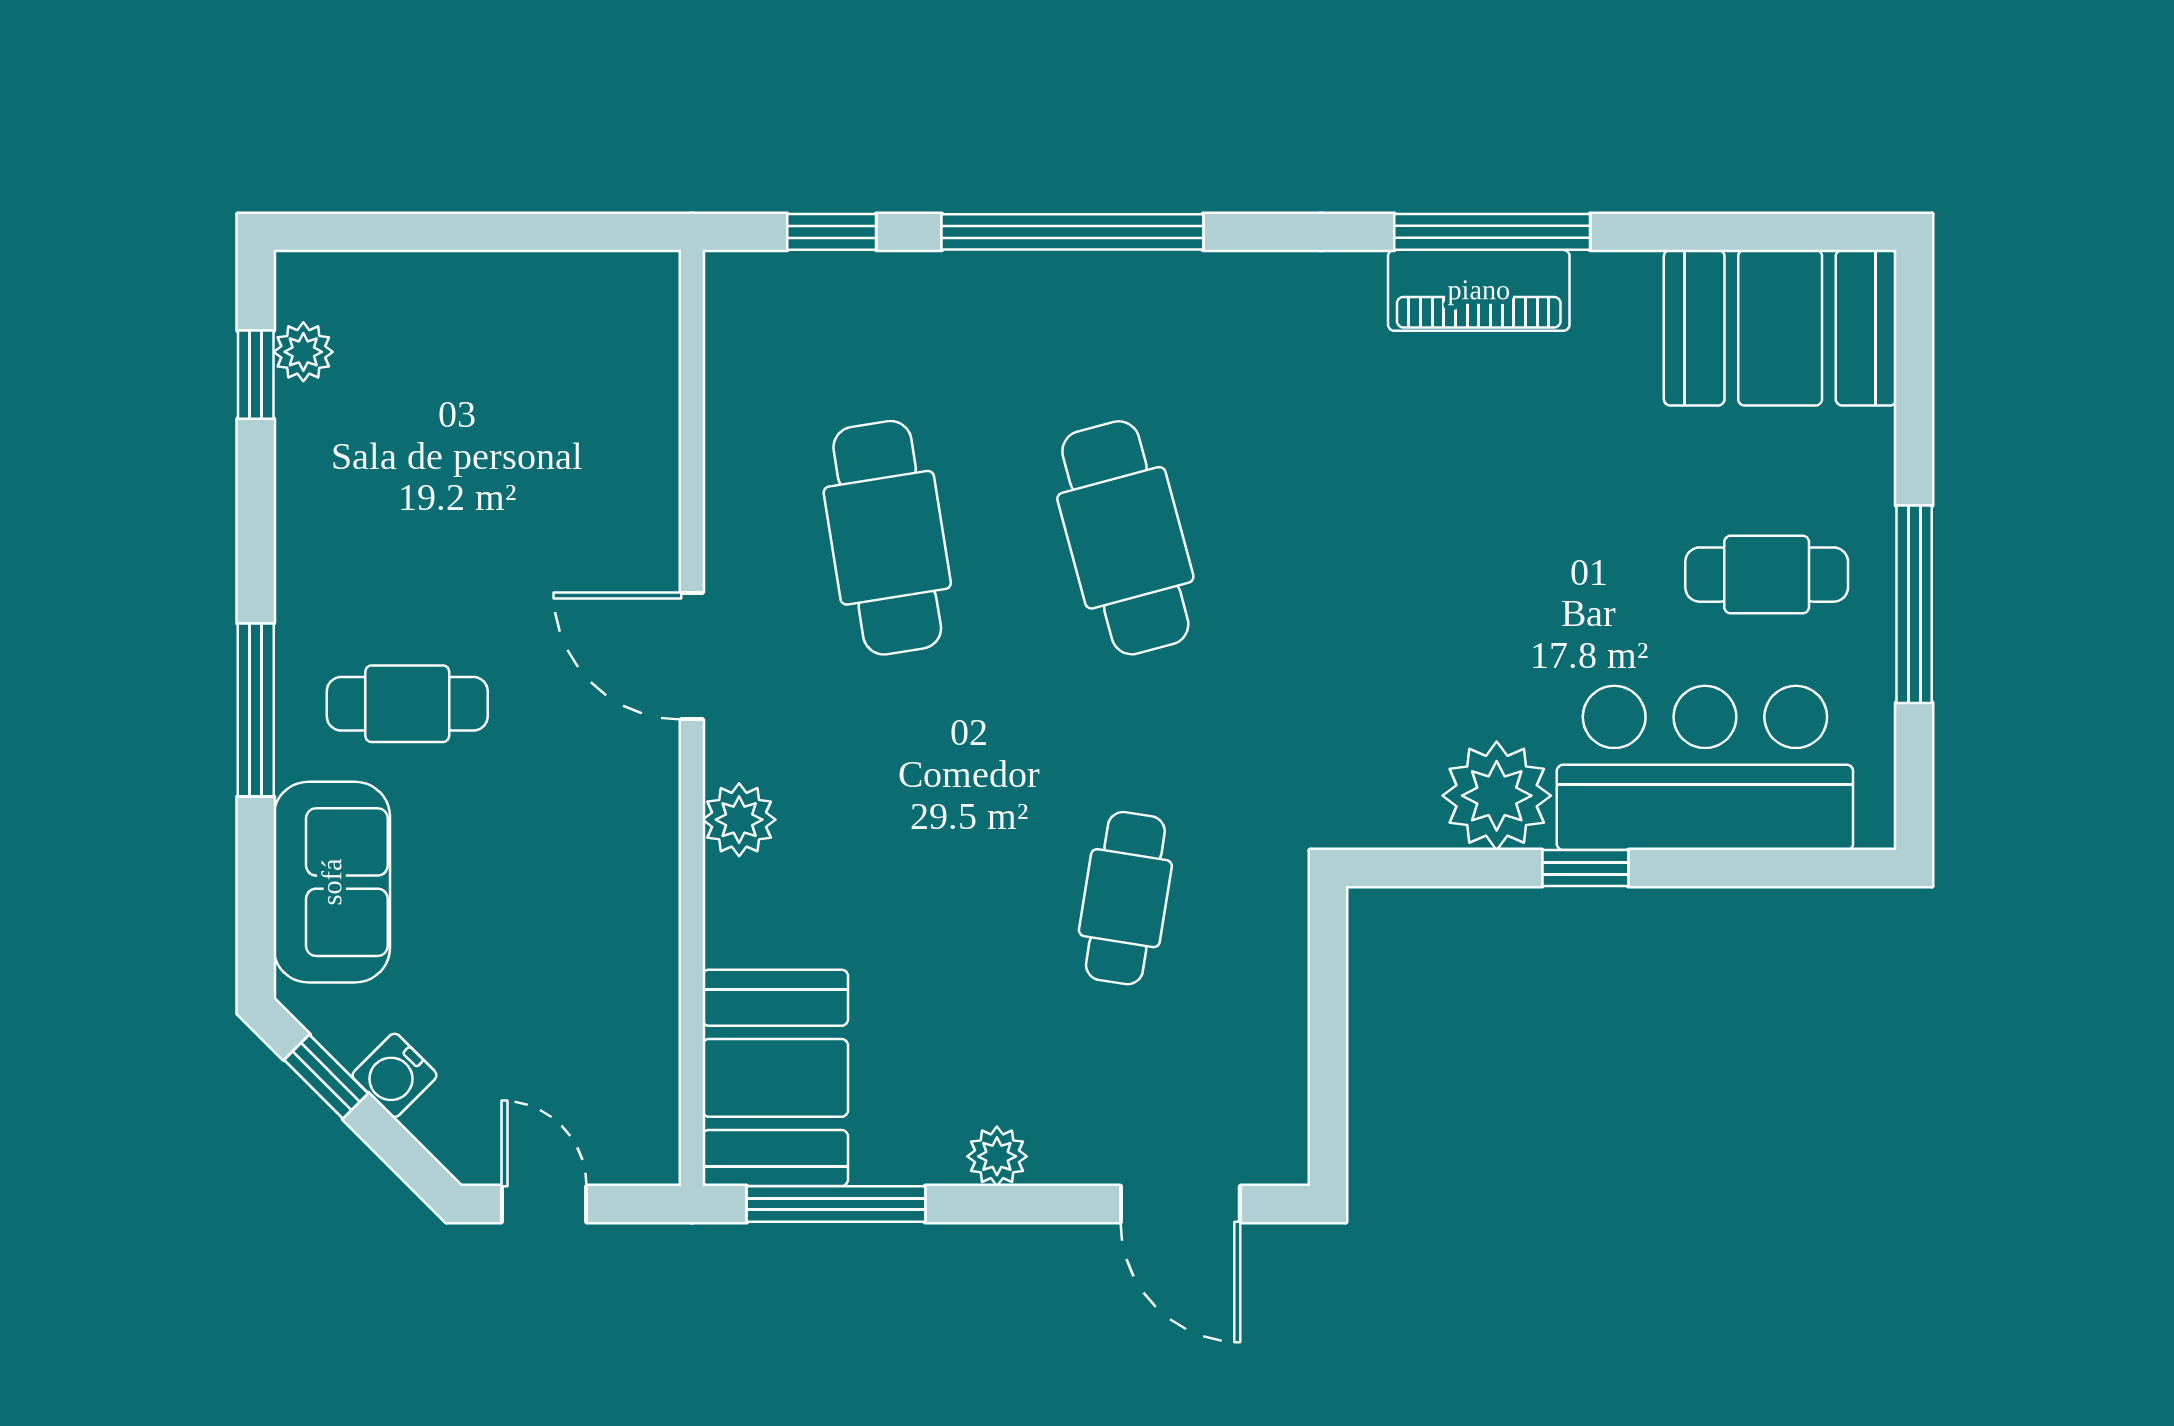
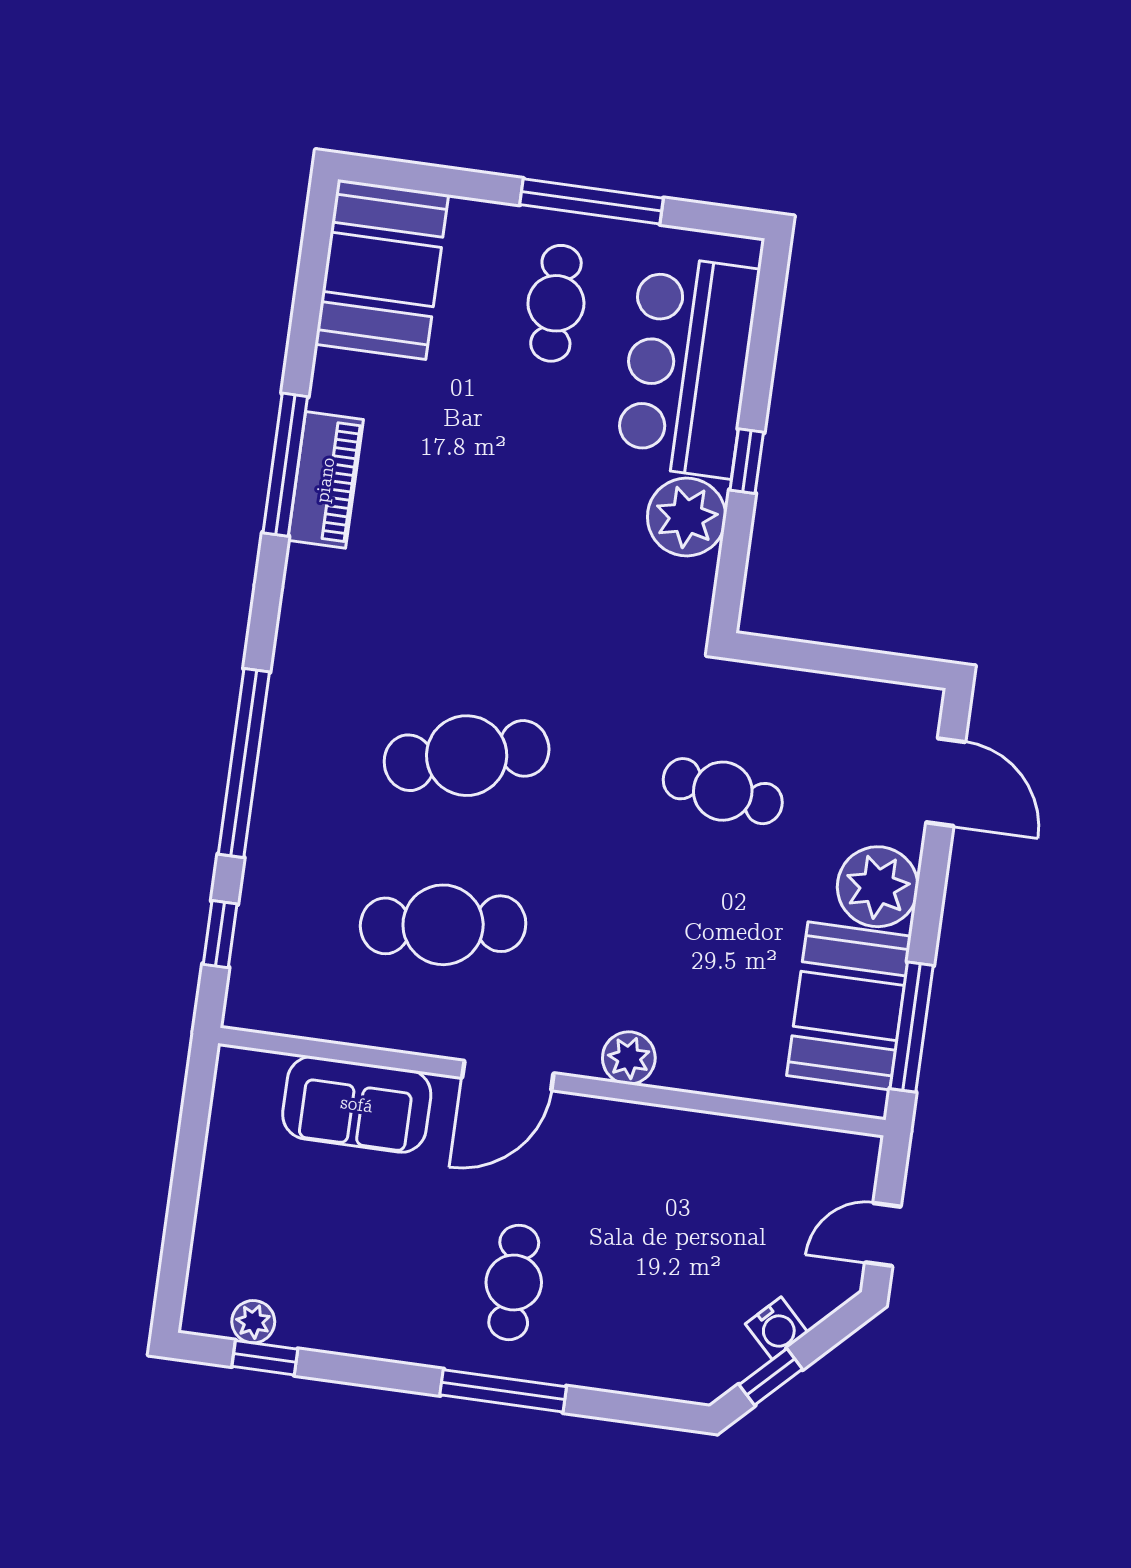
sofa: (332, 882) -> (357, 1104), moved, turned 180
booth: (775, 1078) -> (849, 1006), moved, turned 90
plant: (997, 1156) -> (878, 887), width x1.87, depth x1.87
door: (1180, 1204) -> (946, 782), hinge flipped

